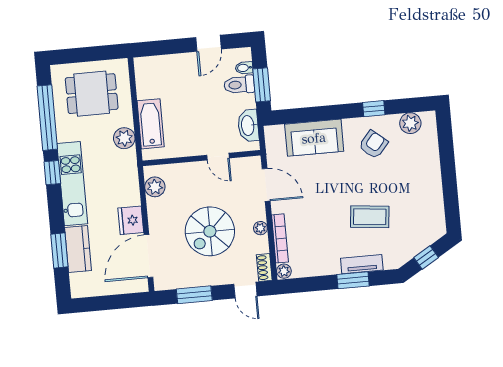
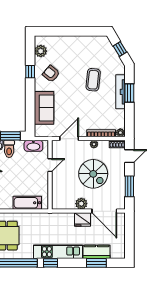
plant: (124, 138) -> (34, 219), removed
plant: (155, 187) -> (81, 204), moved
tv unit: (362, 264) -> (120, 92), width x1.41

